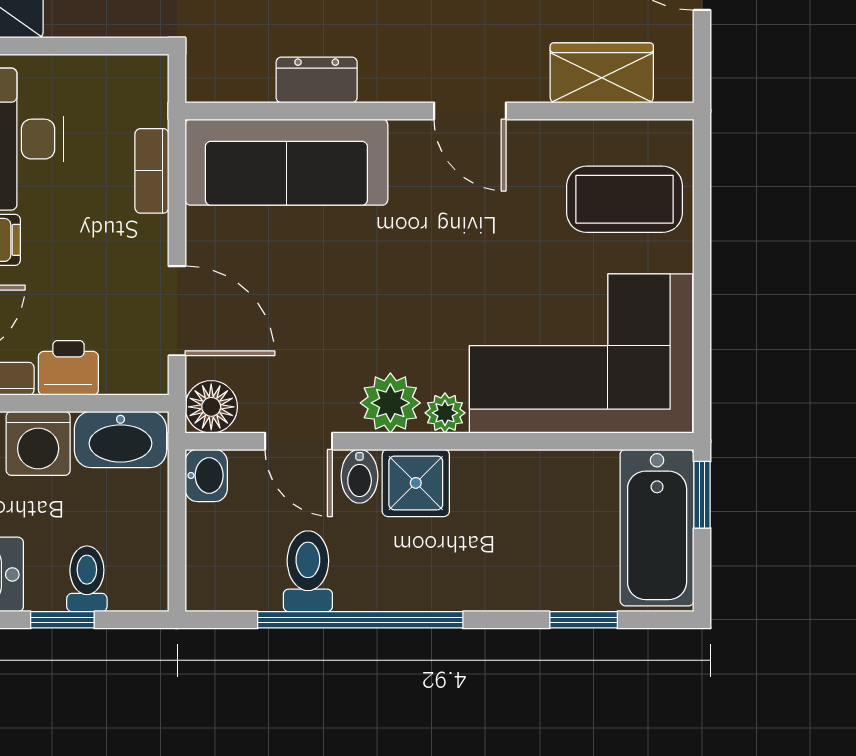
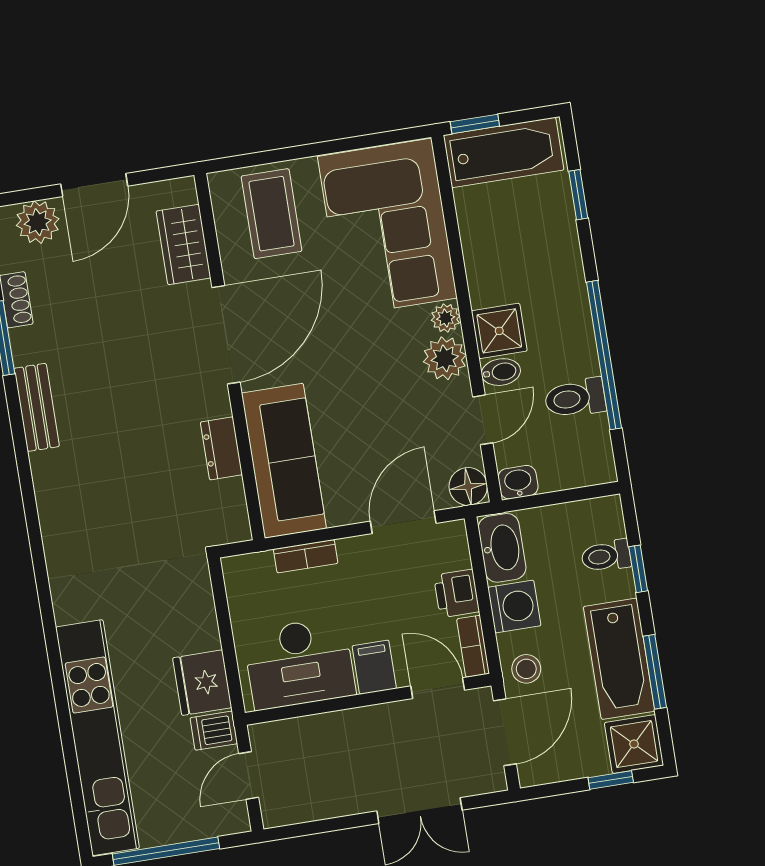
door: (470, 111) -> (226, 335), width x1.87

